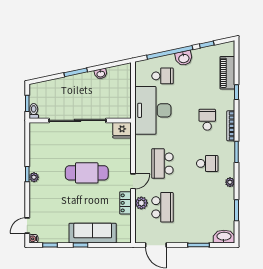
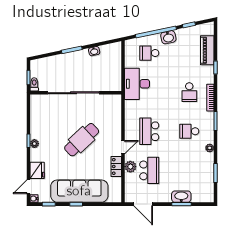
school desk: (162, 76) -> (149, 53), turned 180
desk: (153, 110) -> (137, 84), width x0.73, depth x0.77
school desk: (207, 120) -> (189, 92), turned 180
fridge: (122, 130) -> (37, 170), moved, turned -90
school desk: (207, 163) -> (189, 131), turned 180
cafe table: (87, 173) -> (82, 140), turned -43
sofa: (93, 233) -> (79, 191), width x1.36, depth x1.27
washbasin: (224, 237) -> (181, 197), moved

